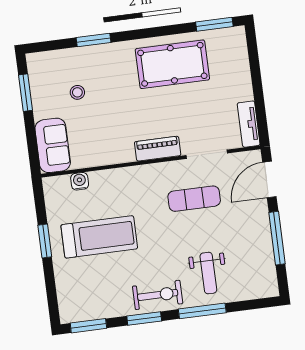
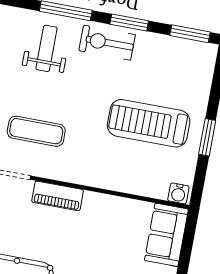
water cooler: (80, 181) -> (178, 193), moved

